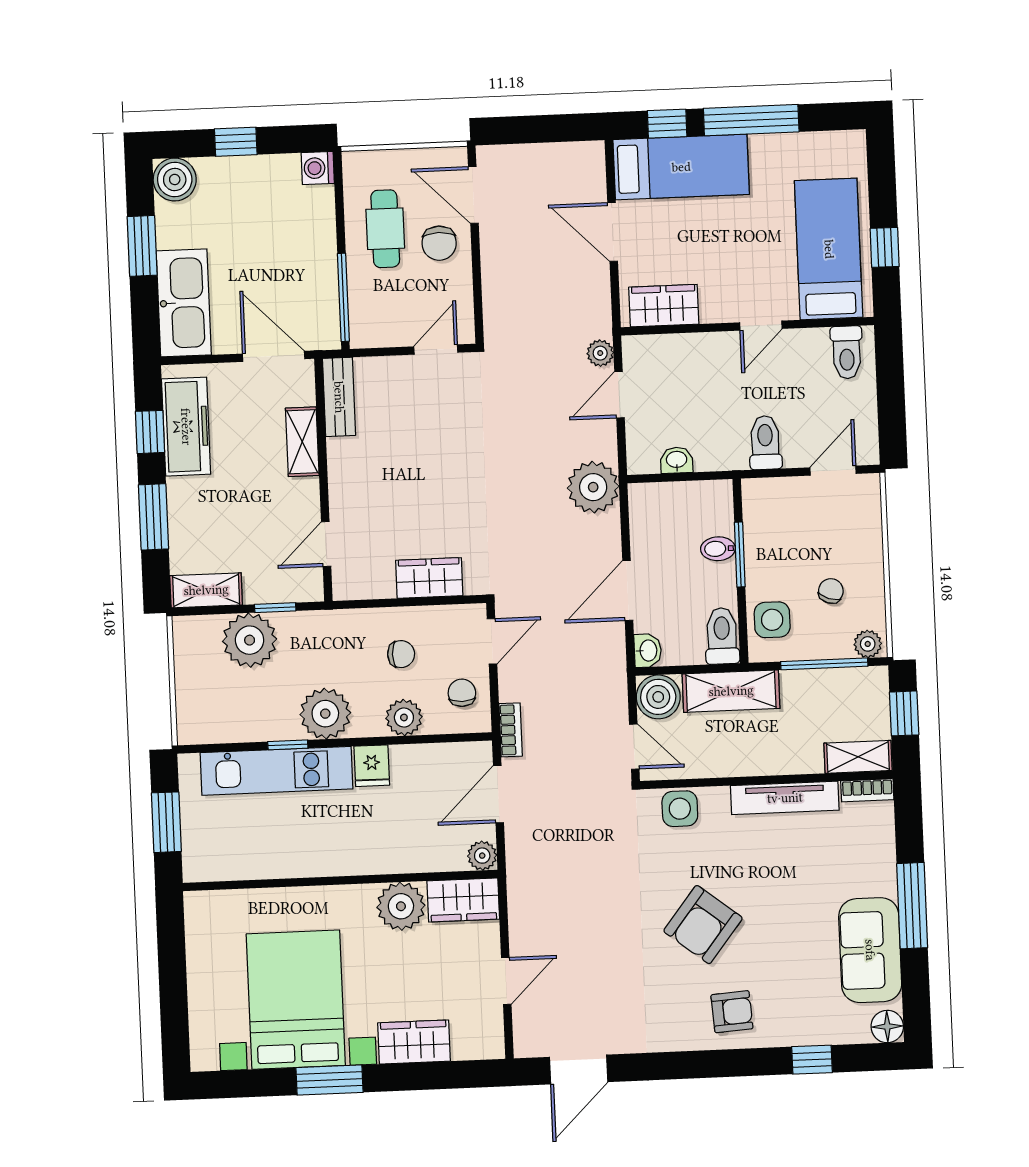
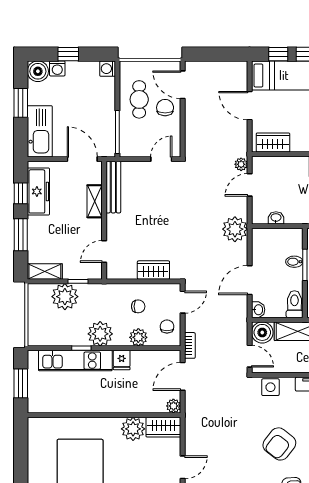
washing machine: (214, 172) -> (57, 68), added
chair: (439, 243) -> (165, 108), turned 180
bench: (339, 397) -> (113, 187), width x1.36

